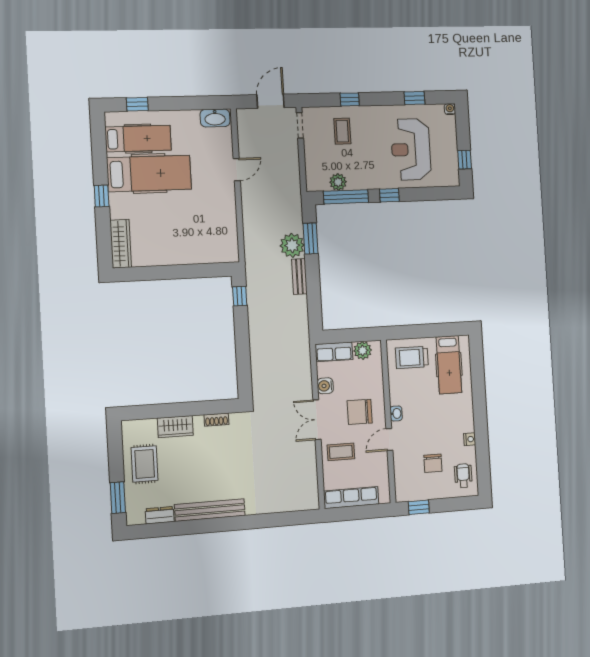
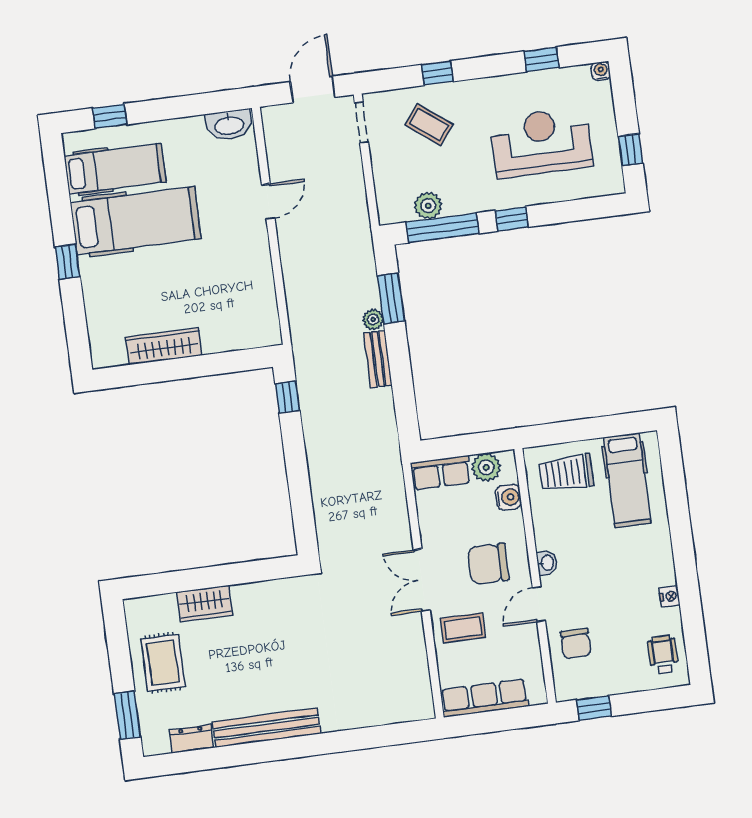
coffee table: (342, 131) -> (429, 125), turned -53
reception desk: (411, 149) -> (541, 142), turned 90
wardrobe: (121, 244) -> (164, 346), moved, turned -90
plant: (292, 245) -> (373, 319), width x0.53, depth x0.53
water cooler: (325, 386) -> (508, 497), moved, turned 180
shoe rack: (216, 420) -> (266, 589), removed
chair: (433, 463) -> (576, 644), moved

